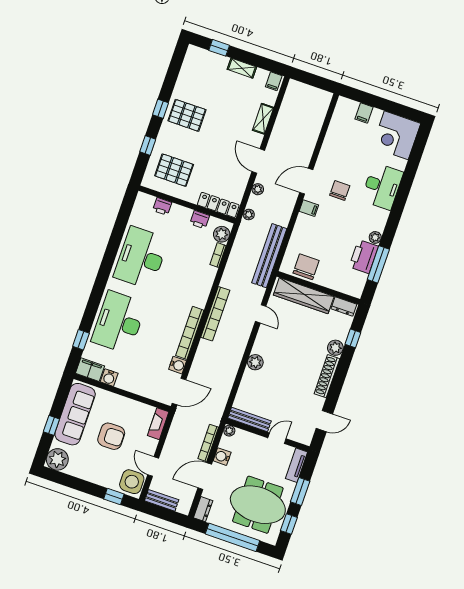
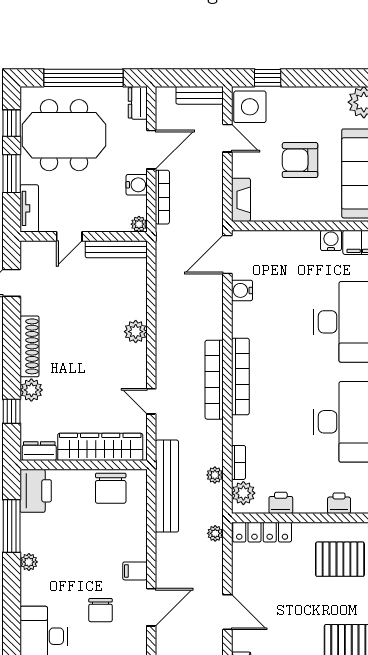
plant: (258, 189) -> (215, 475), moved
printer: (364, 257) -> (36, 491), moved
bookcase: (190, 333) -> (240, 376), moved

